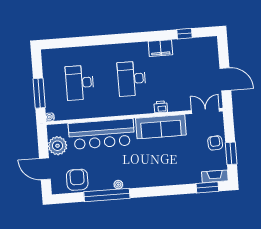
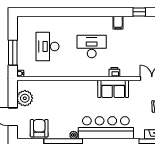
filing cabinet: (160, 48) -> (118, 23), width x0.50
desk: (132, 79) -> (92, 47), turned 90
sofa: (161, 127) -> (113, 89), width x0.73
bar counter: (102, 134) -> (106, 128), moved, turned 180

